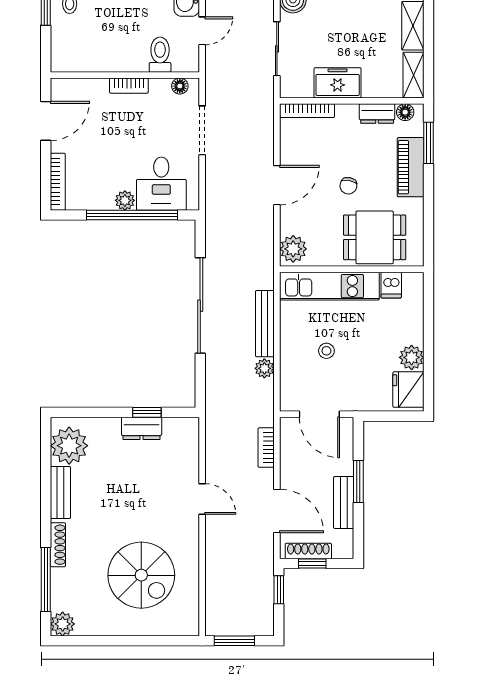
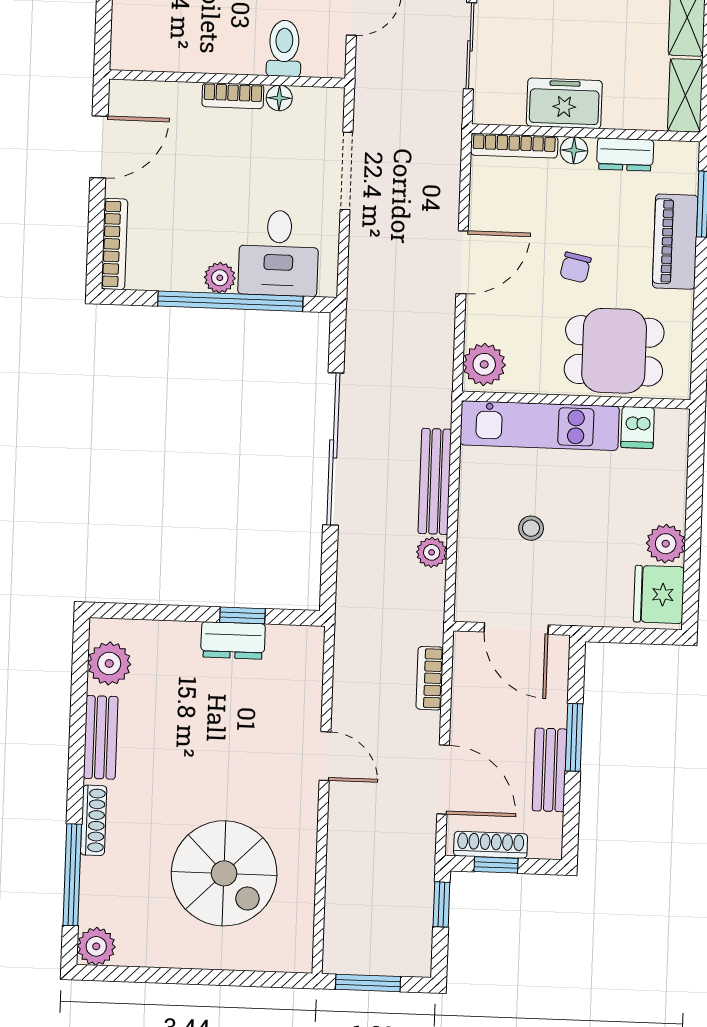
floor lamp: (180, 86) -> (279, 98), moved
floor lamp: (405, 112) -> (574, 150), moved
plant: (69, 446) -> (109, 663), width x0.73, depth x0.73

